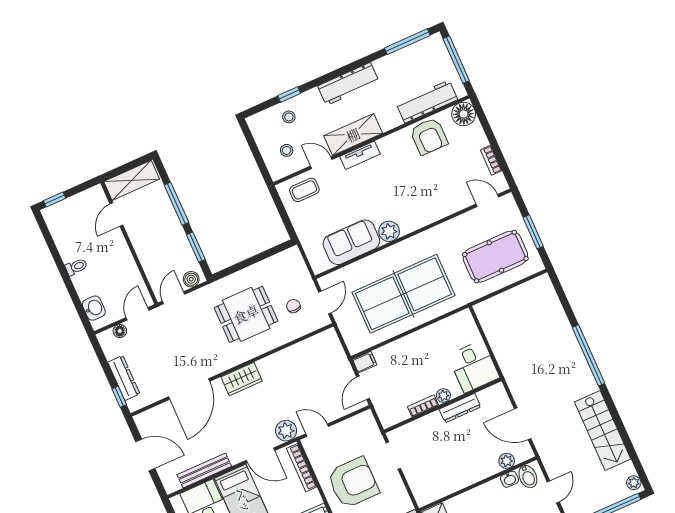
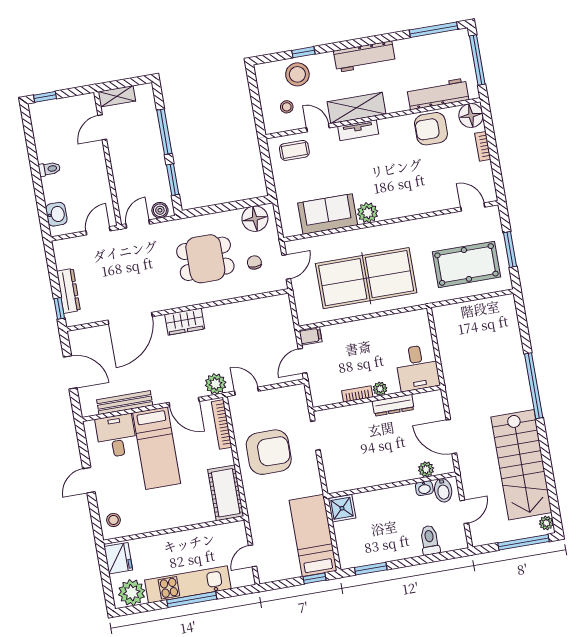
stool: (289, 117) -> (297, 74), width x1.89, depth x1.89
armchair: (429, 136) -> (431, 129), turned 90
bookcase: (491, 160) -> (483, 146), moved
shelving: (132, 180) -> (117, 96), width x0.67, depth x0.75
floor lamp: (120, 331) -> (255, 219), moved, width x1.89, depth x1.89
stairs: (603, 431) -> (521, 465), width x1.36, depth x1.51

